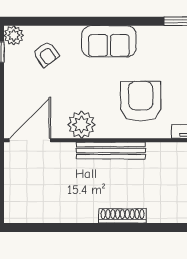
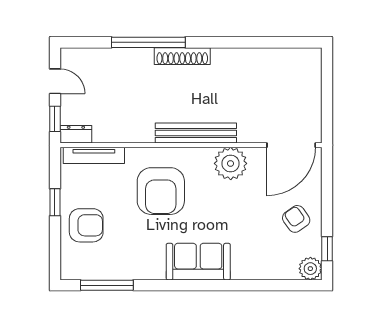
armchair: (46, 54) -> (296, 219), moved
window: (151, 228) -> (148, 42), added

